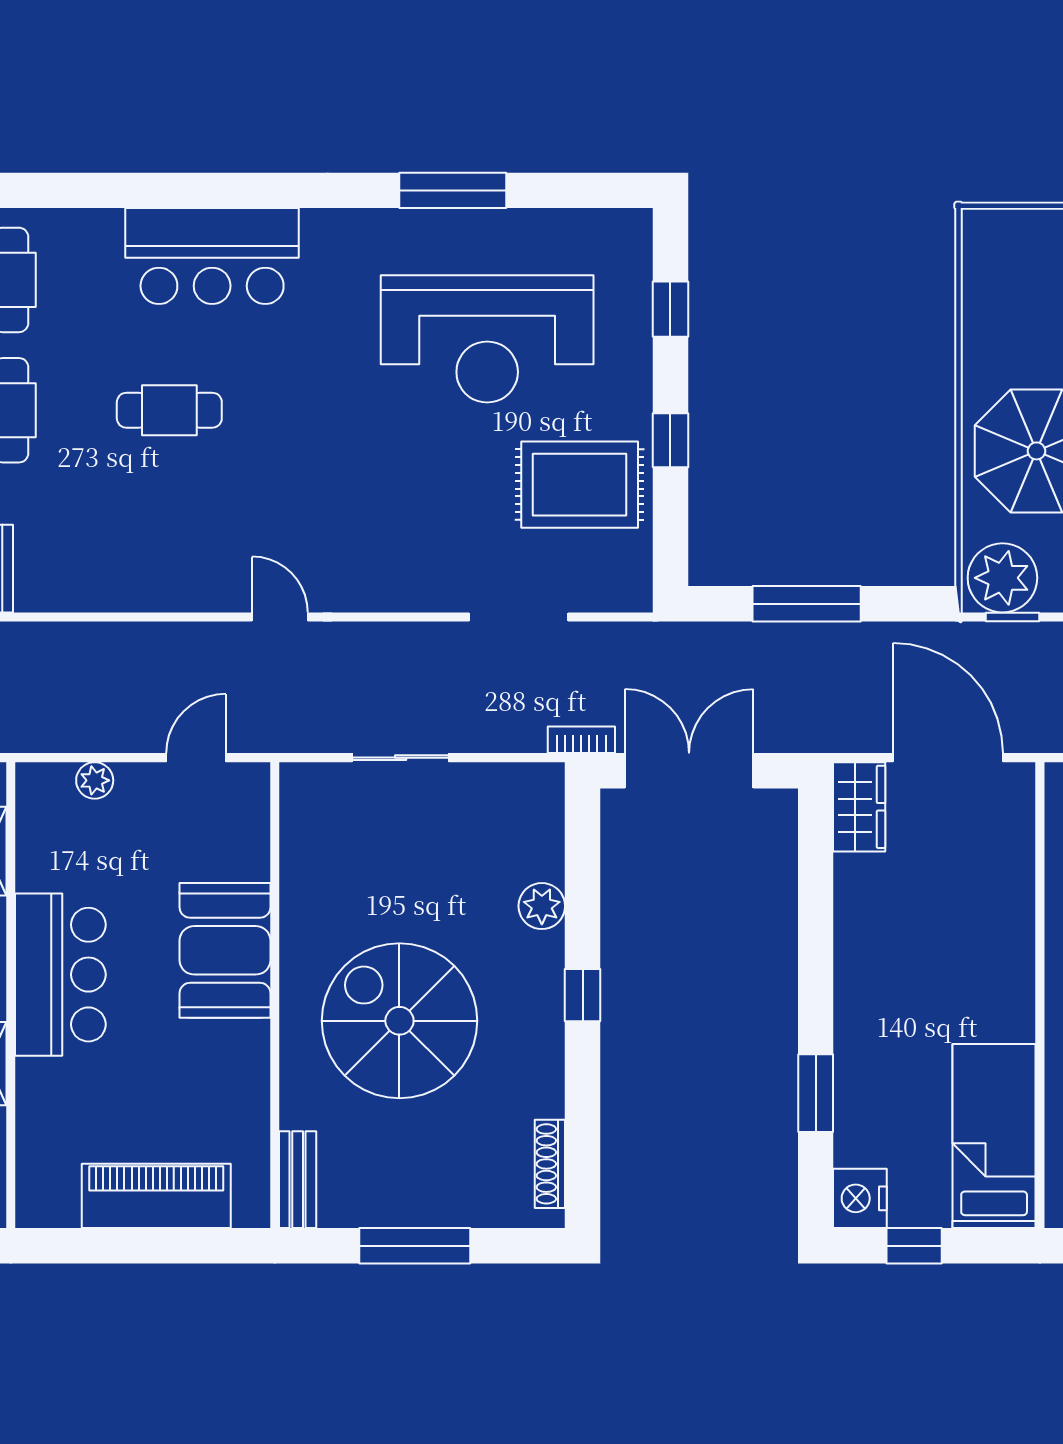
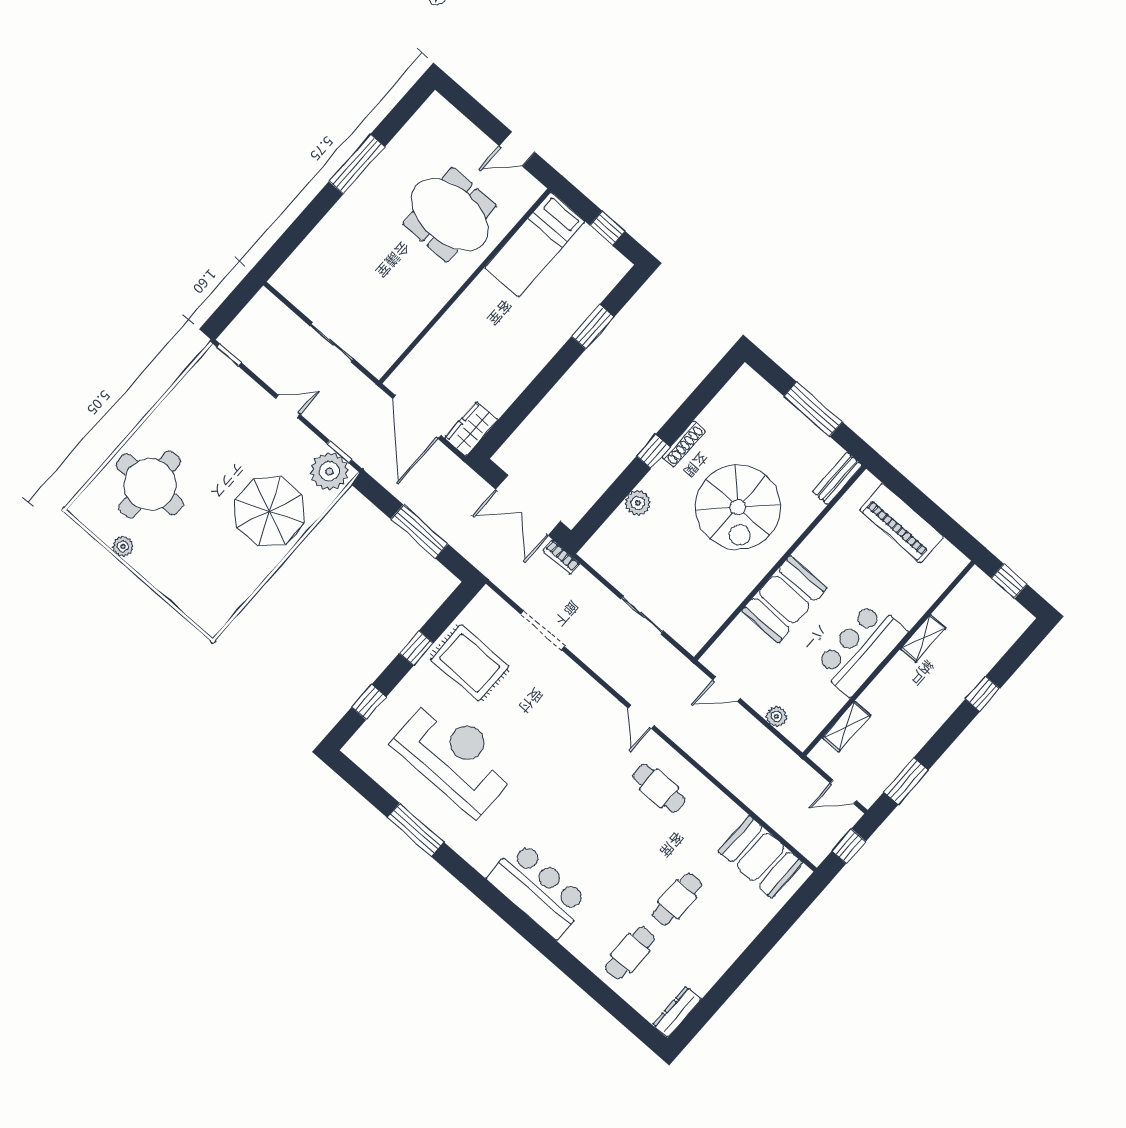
cafe table: (169, 410) -> (659, 788), moved
shoe rack: (550, 1164) -> (684, 444), moved
nightstand: (860, 1198) -> (613, 267), removed

